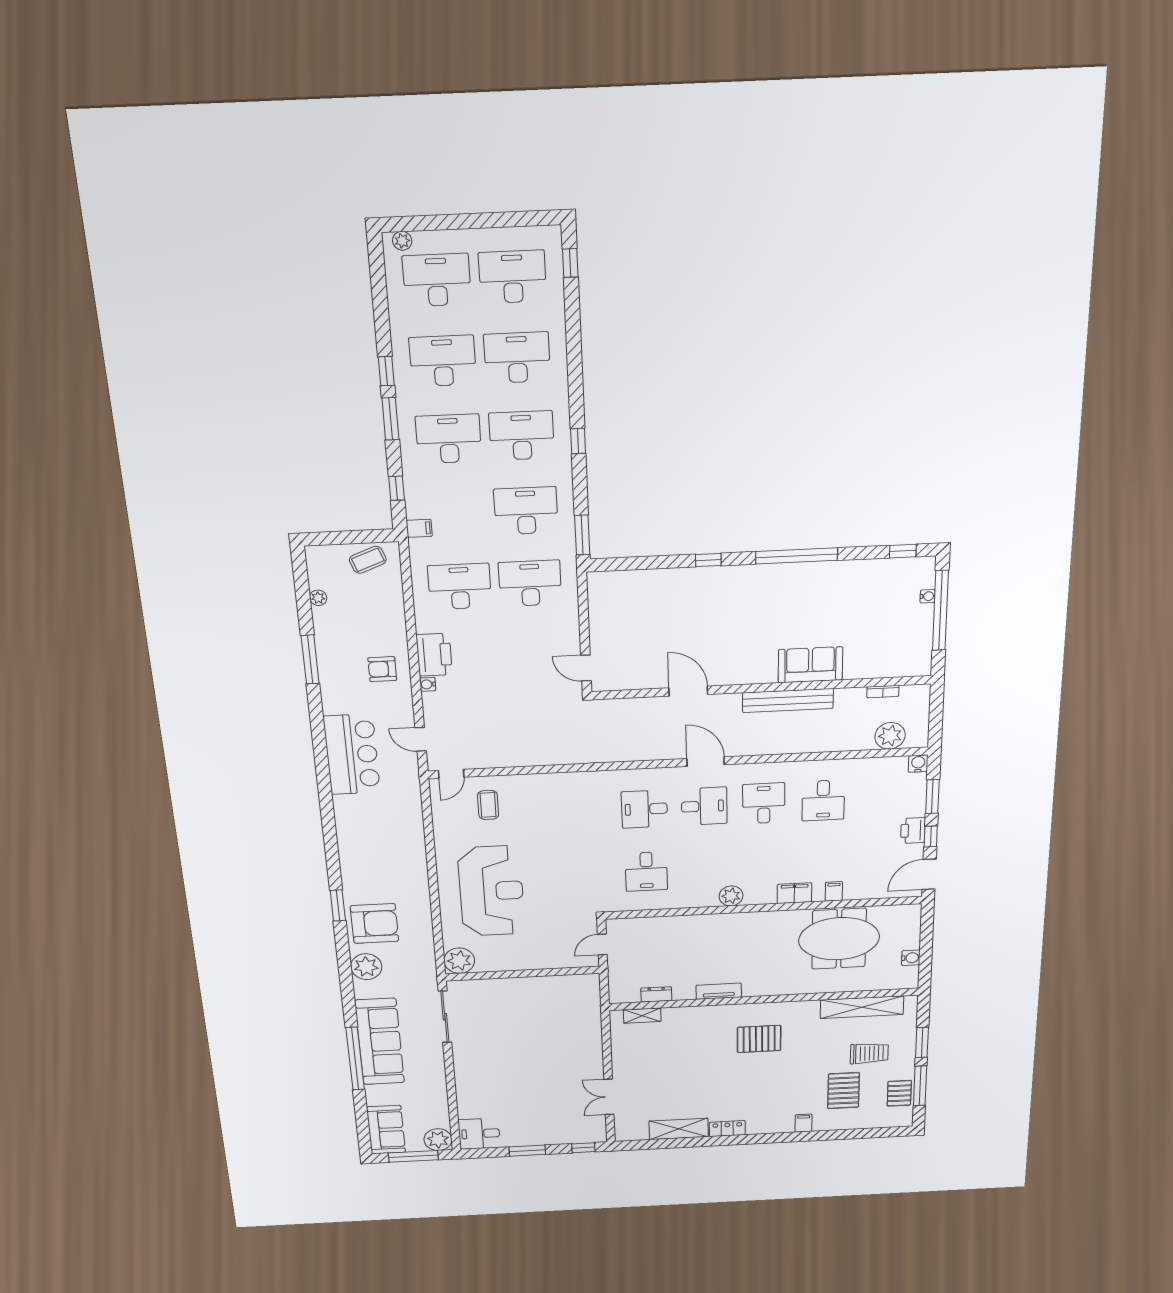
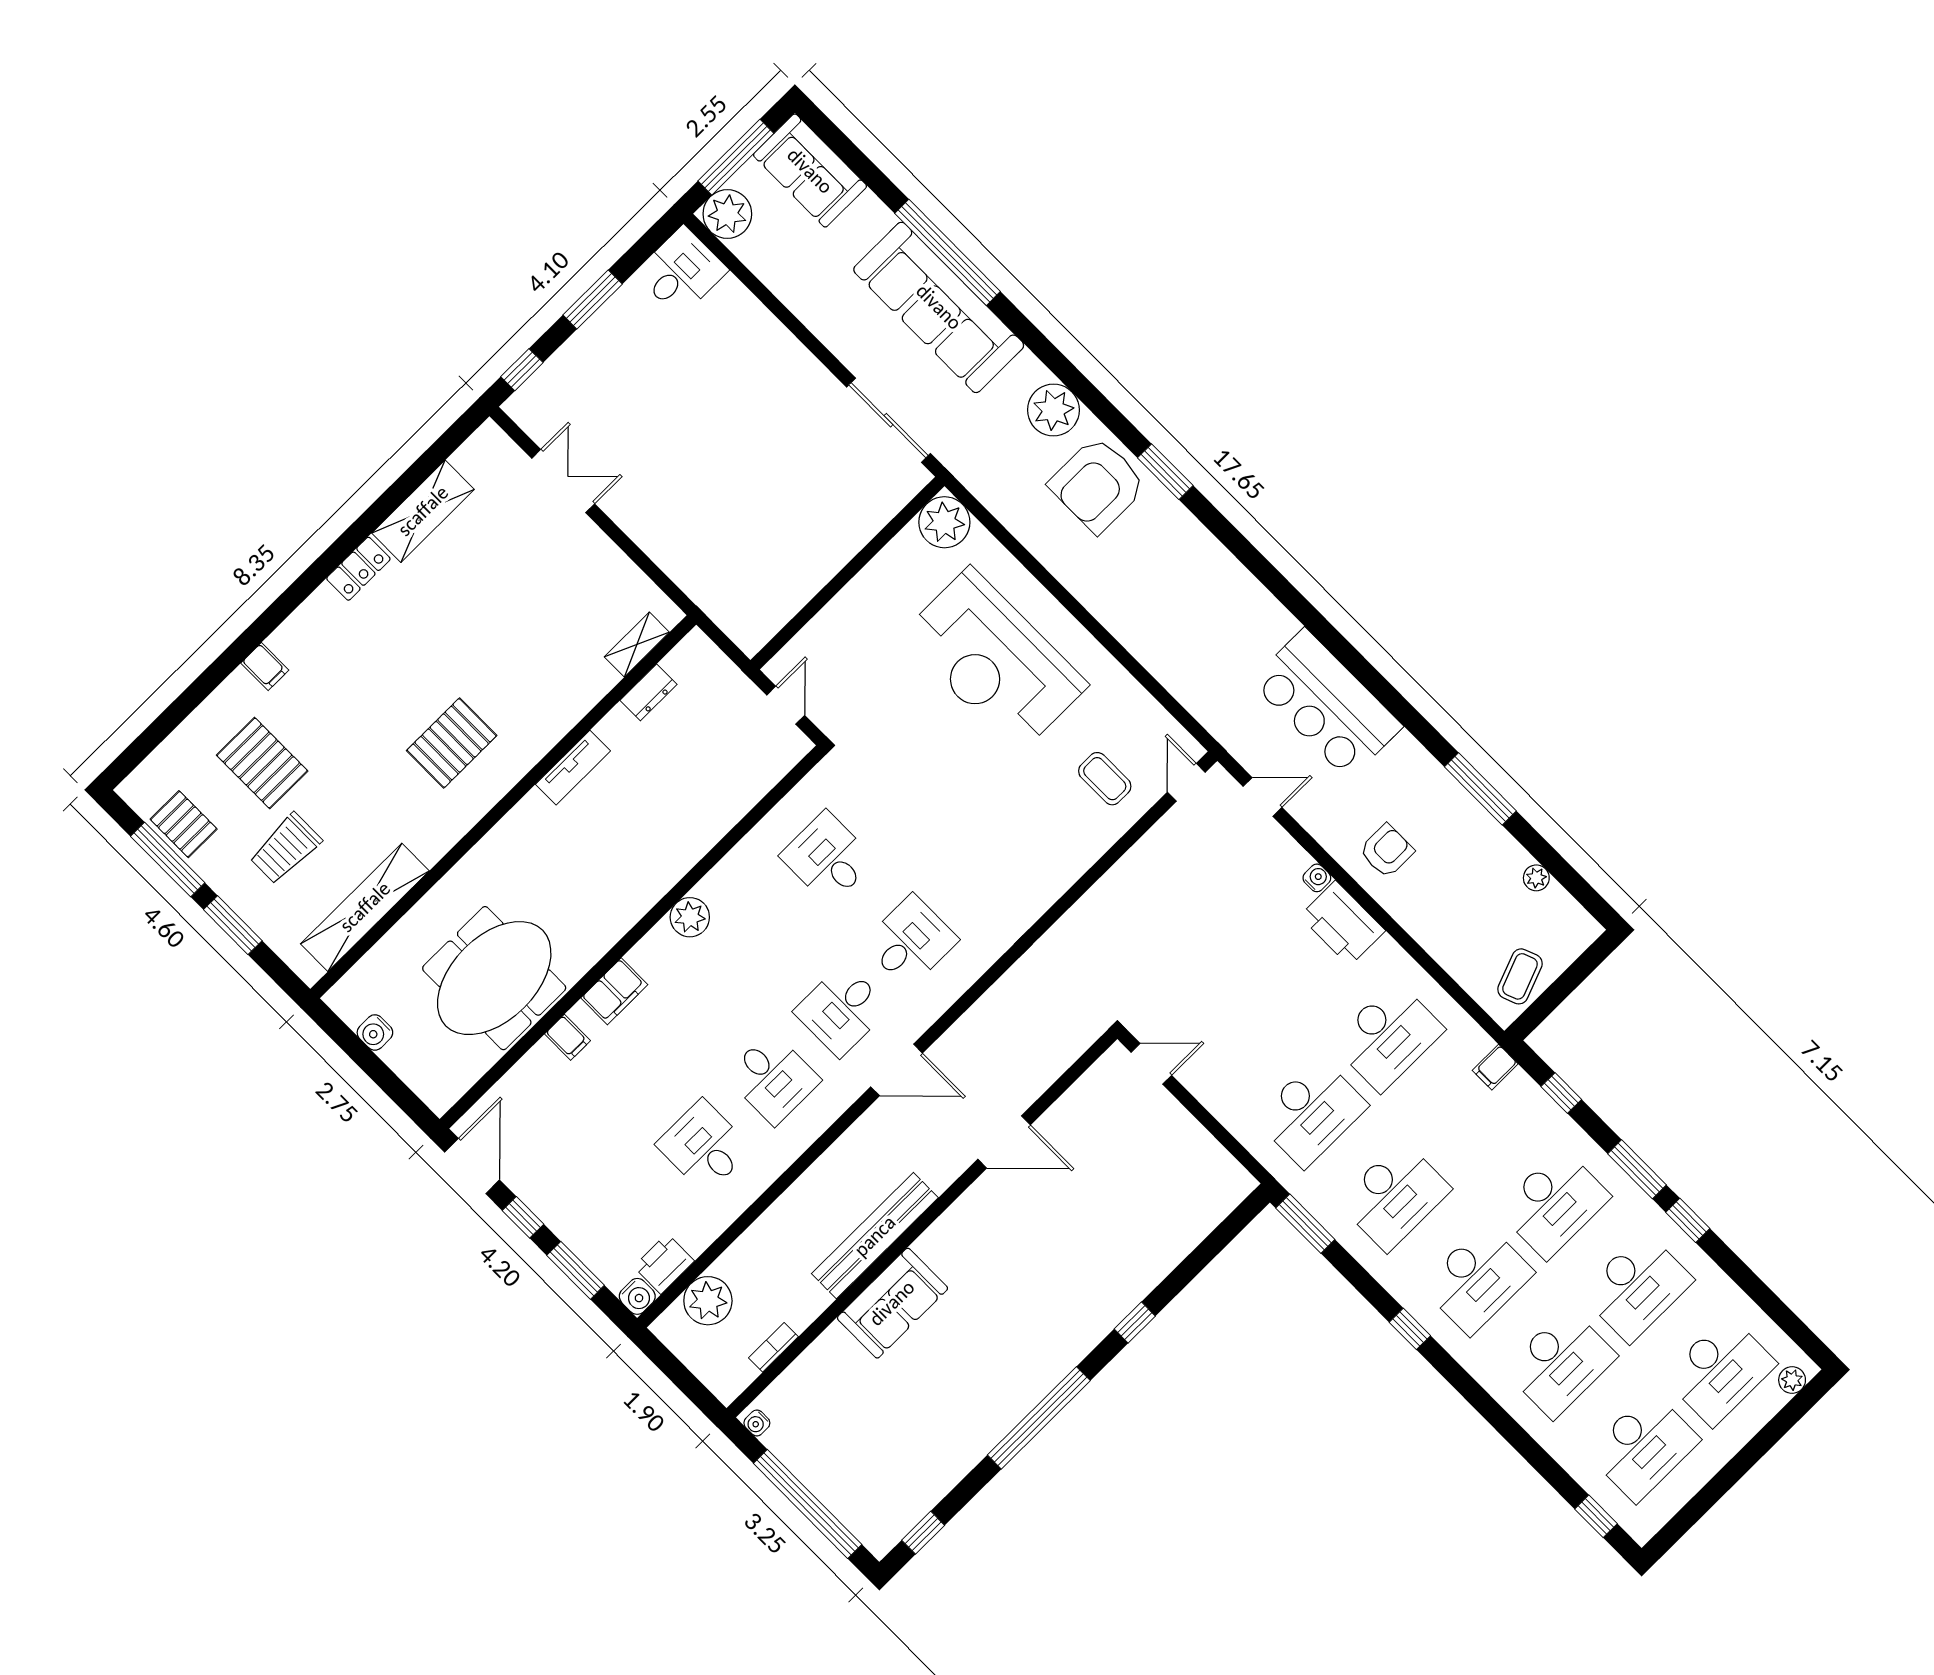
water cooler: (927, 596) -> (757, 1423), moved
printer: (913, 830) -> (664, 1264), moved, turned -90

